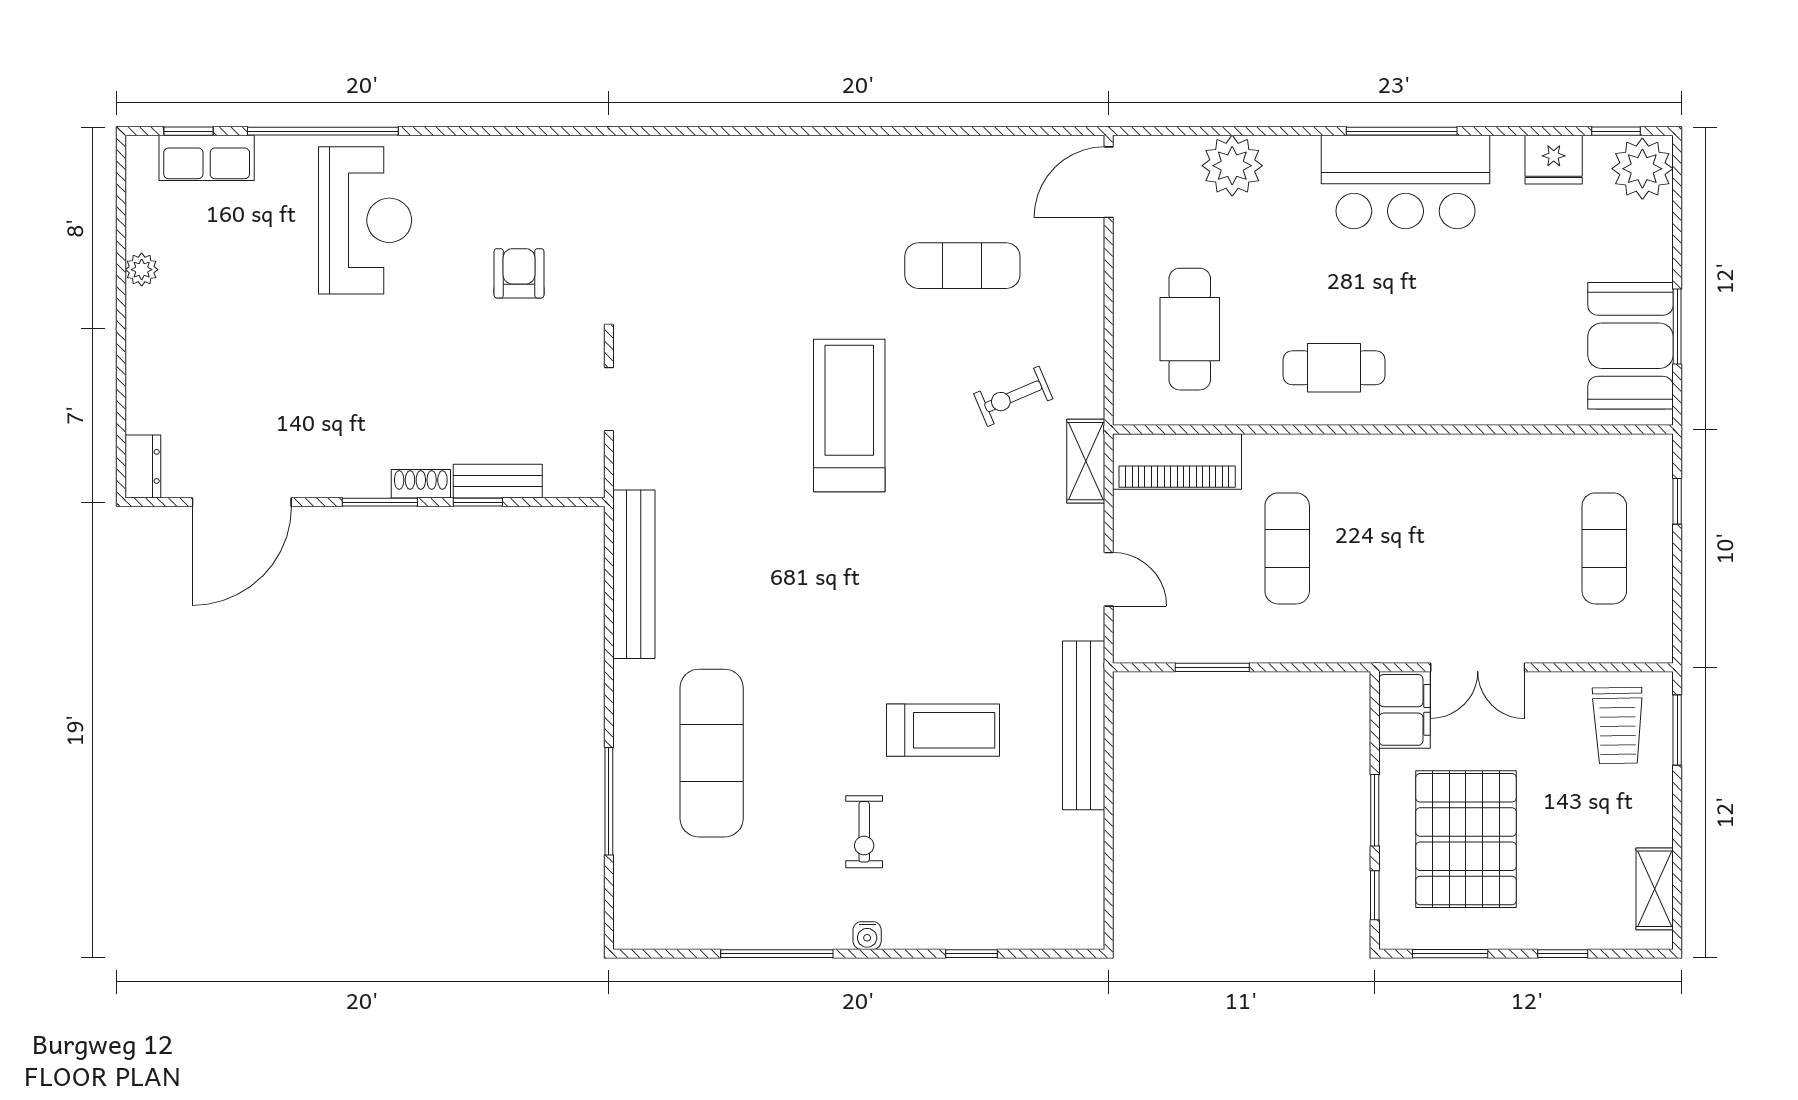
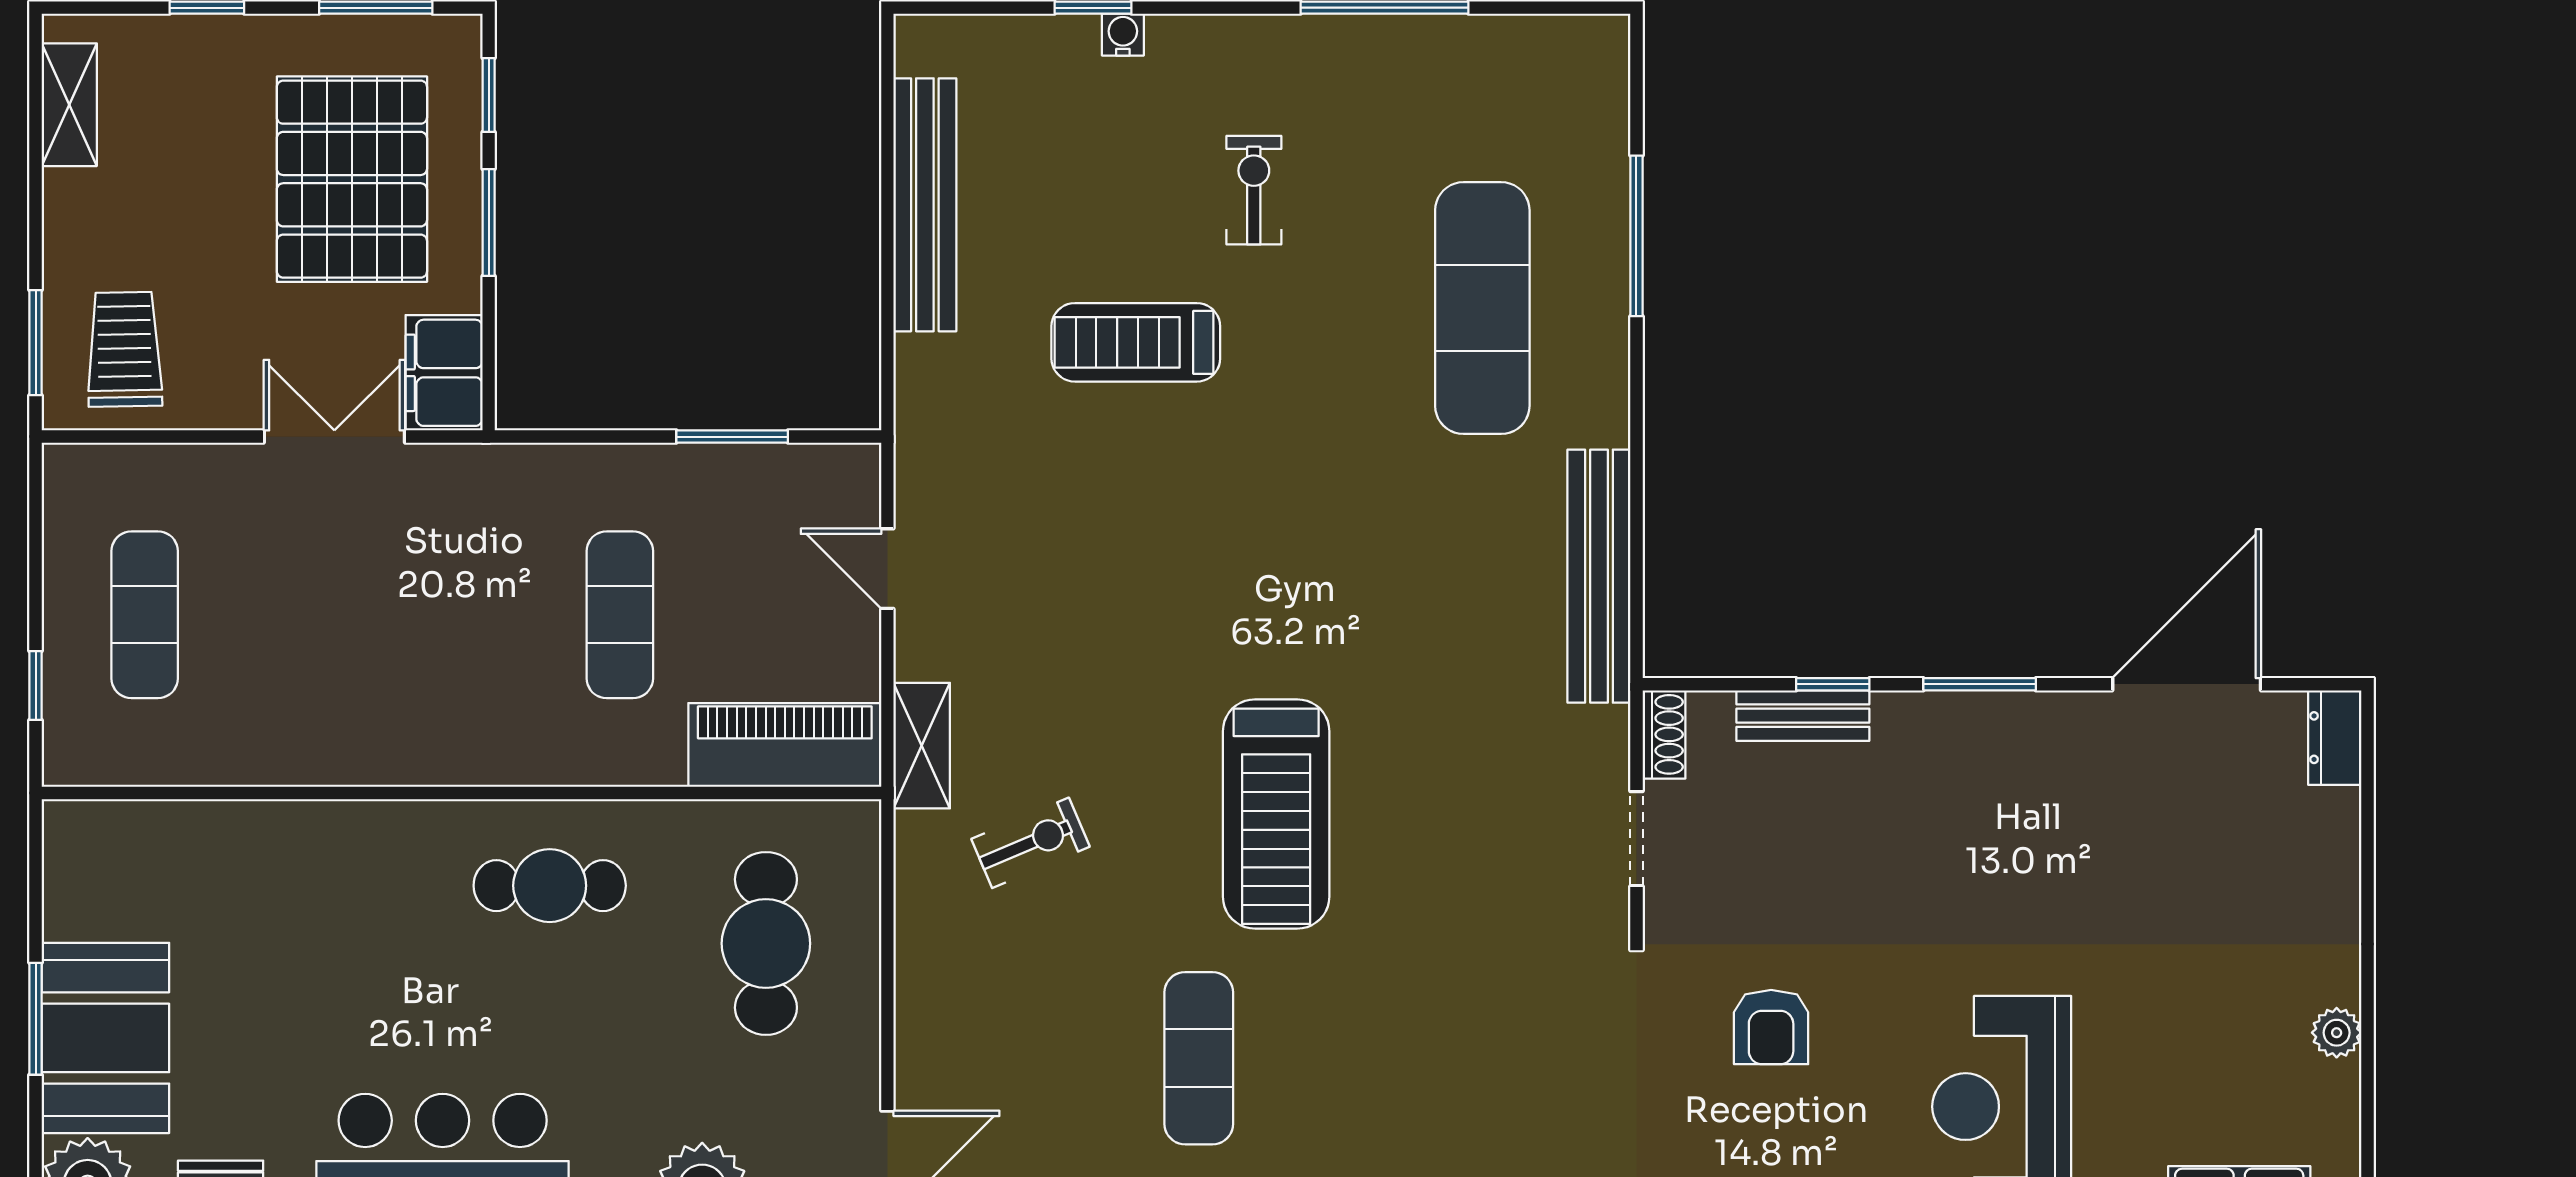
exercise mat: (962, 266) -> (1199, 1058), moved, turned 90
window: (1677, 327) -> (36, 1019), moved
booth: (1630, 346) -> (105, 1038), moved
shoe rack: (421, 484) -> (1664, 734), moved, turned -90
bench: (1084, 725) -> (925, 205), moved
water cooler: (867, 936) -> (1123, 35), moved

